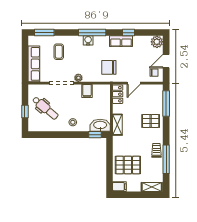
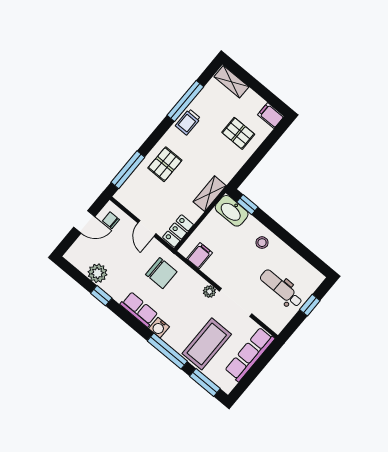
window: (92, 33) -> (167, 351), moved
row of seats: (121, 41) -> (139, 309), moved
plant: (157, 42) -> (97, 273), moved
coffee table: (59, 52) -> (207, 344), width x1.86, depth x1.72
door: (134, 83) -> (147, 228), swing flipped
filing cabinet: (87, 91) -> (200, 256), moved
dental chair: (45, 108) -> (281, 288), turned -40
pallet: (151, 121) -> (165, 164), turned 90
pallet: (128, 165) -> (238, 133), width x0.67, depth x0.71

